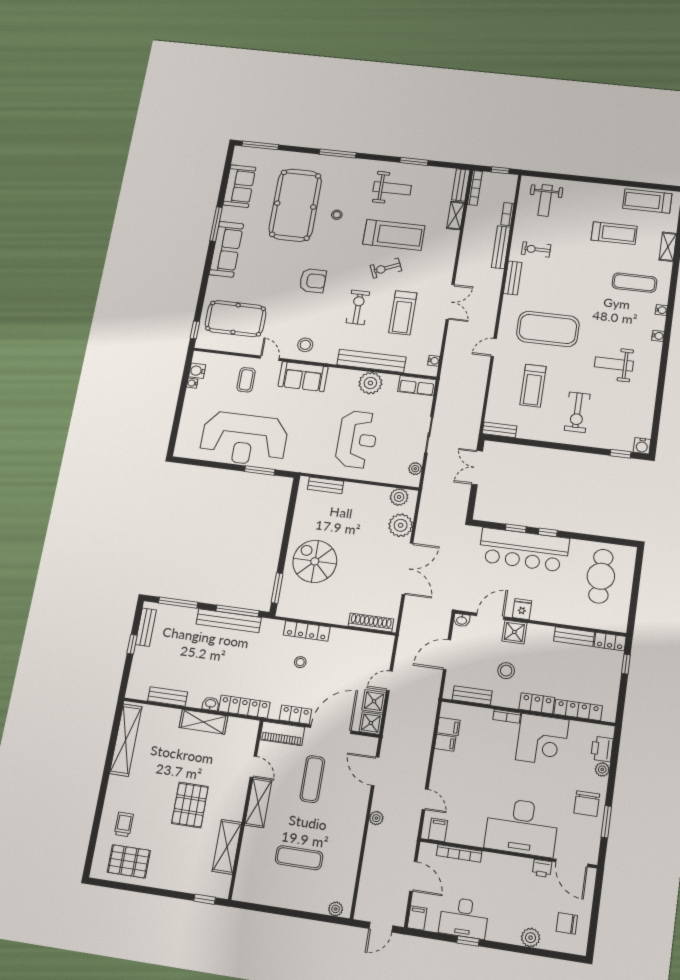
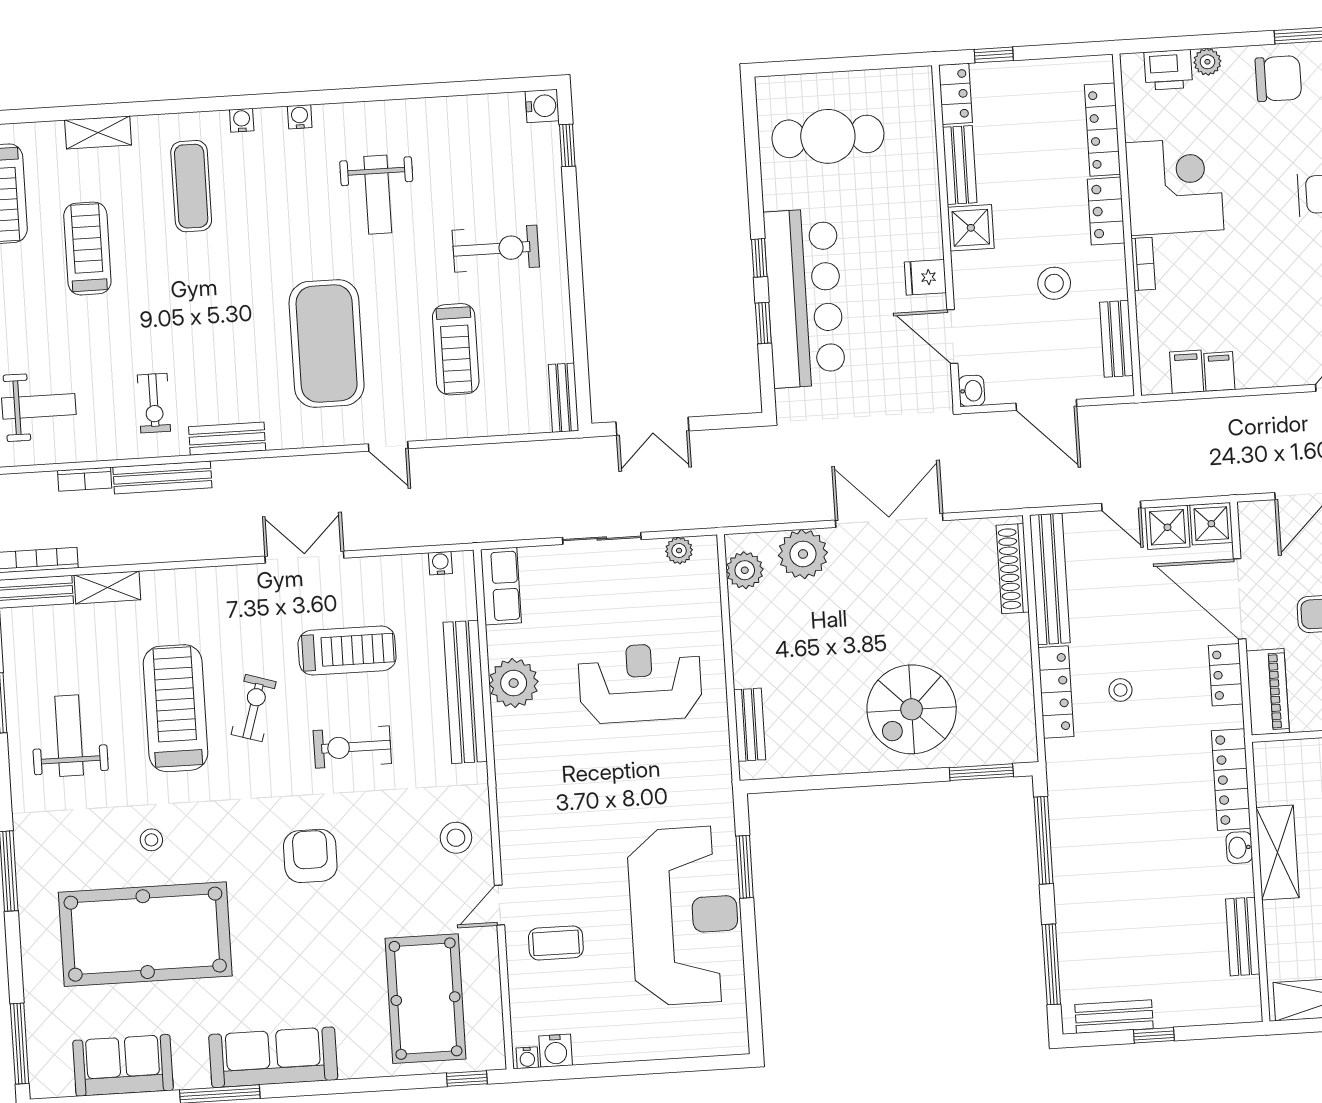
exercise bike: (386, 268) -> (254, 708), turned -140
sofa: (303, 377) -> (526, 826), removed
water cooler: (192, 383) -> (527, 1058), moved
treadmill: (533, 386) -> (456, 349), turned 90
bench: (229, 621) -> (1050, 579), moved
shower: (514, 632) -> (971, 228), moved

